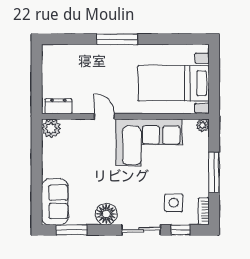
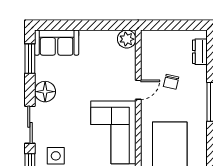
chair: (96, 82) -> (171, 82), added
dresser: (58, 106) -> (200, 52), moved, turned 180

